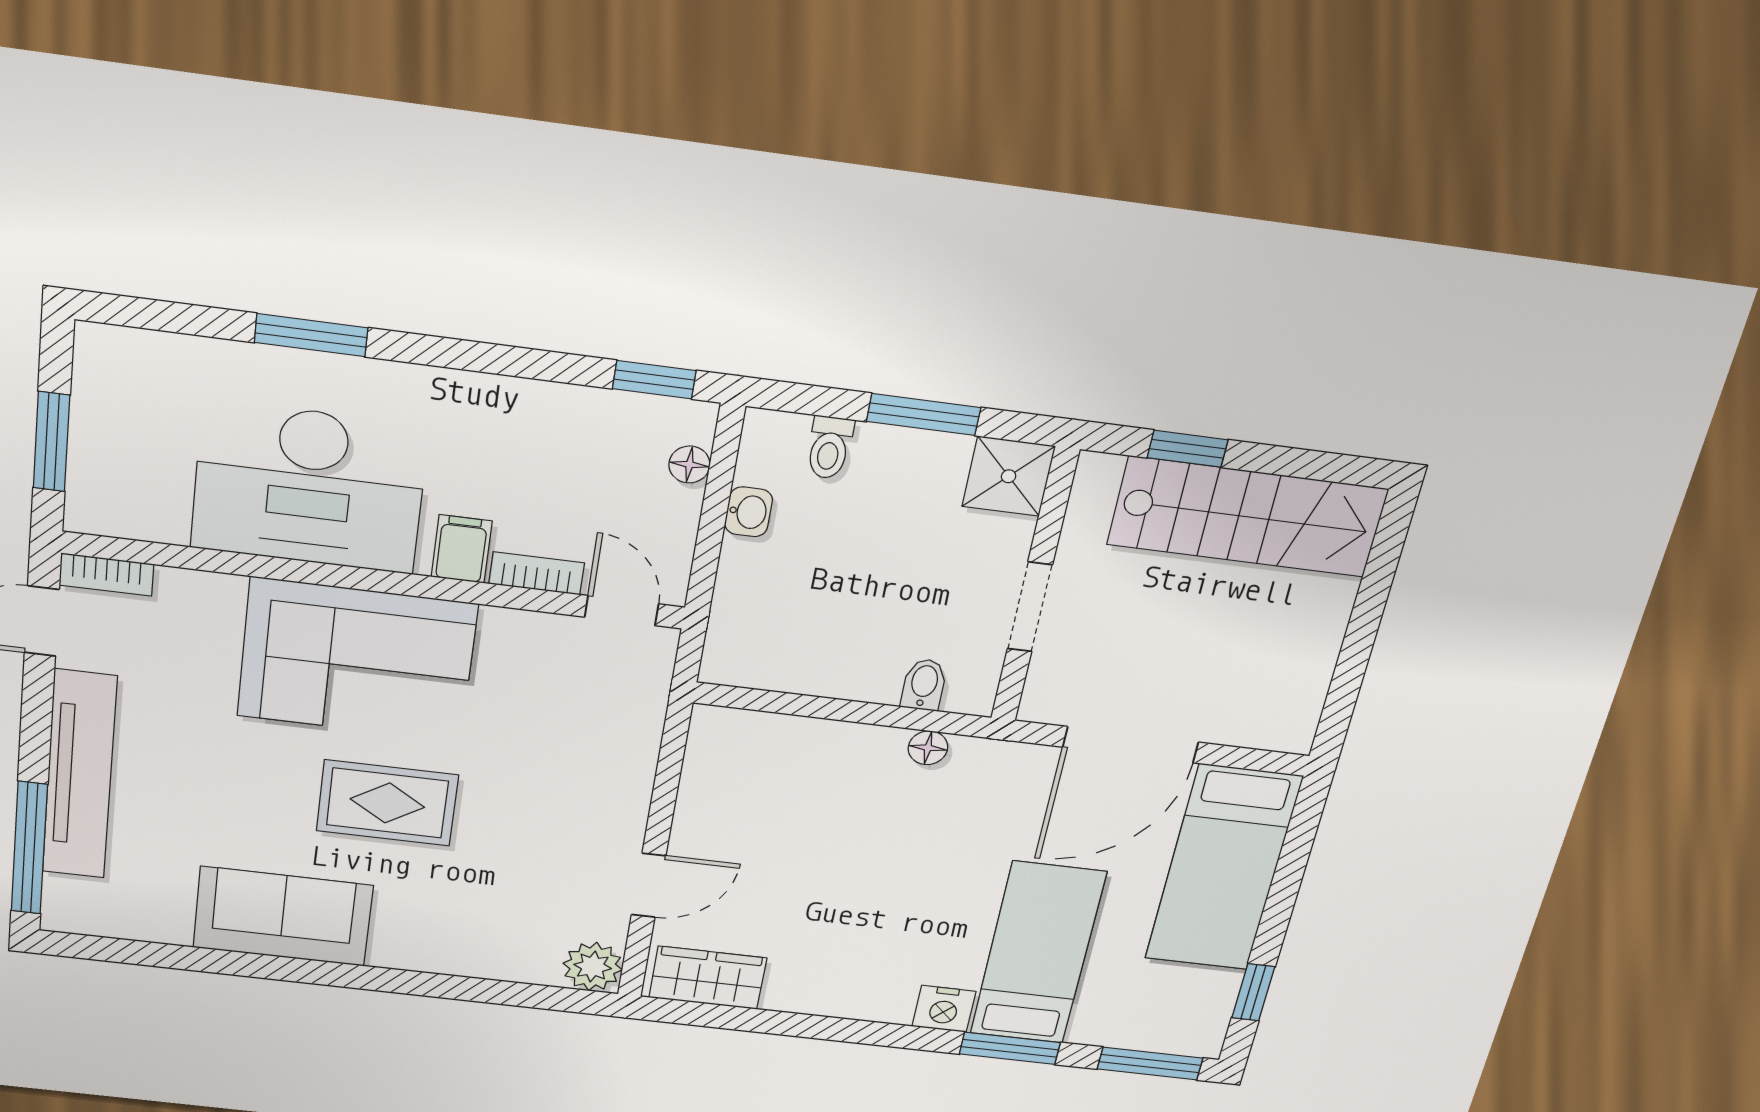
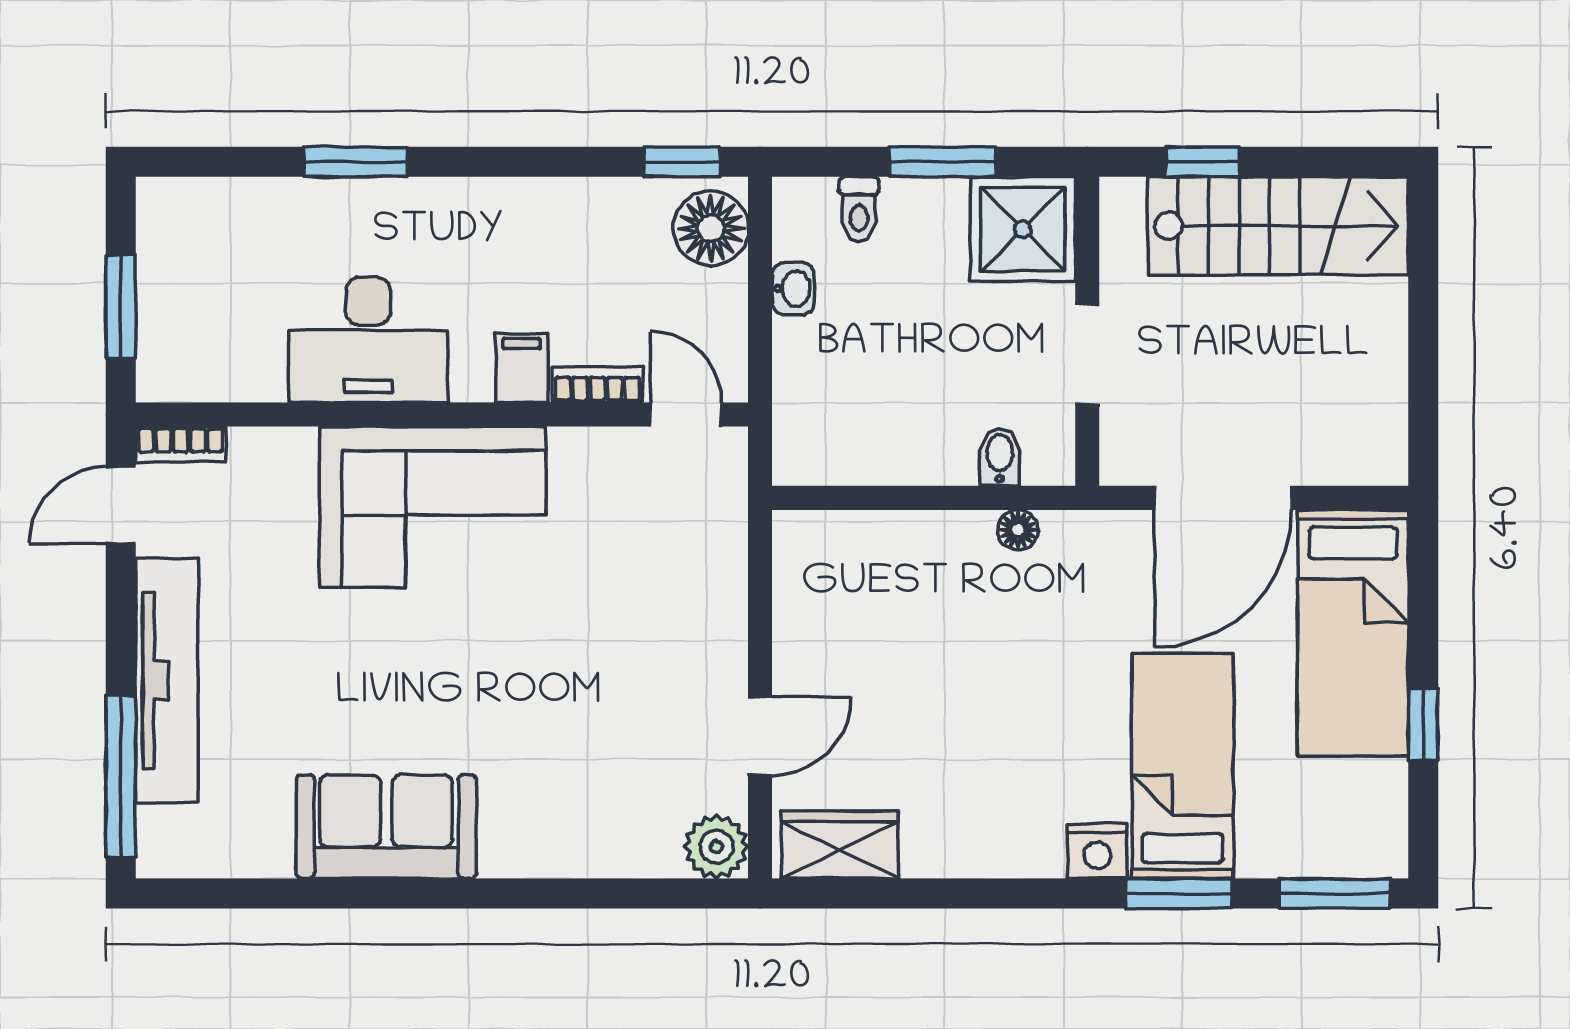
floor lamp: (689, 465) -> (711, 228), width x1.89, depth x1.89
shower: (1009, 476) -> (1023, 229), width x1.36, depth x1.36
desk: (309, 487) -> (368, 340), width x0.73, depth x0.77
rug: (387, 803) -> (480, 671), removed
window: (1253, 992) -> (1423, 724), moved

